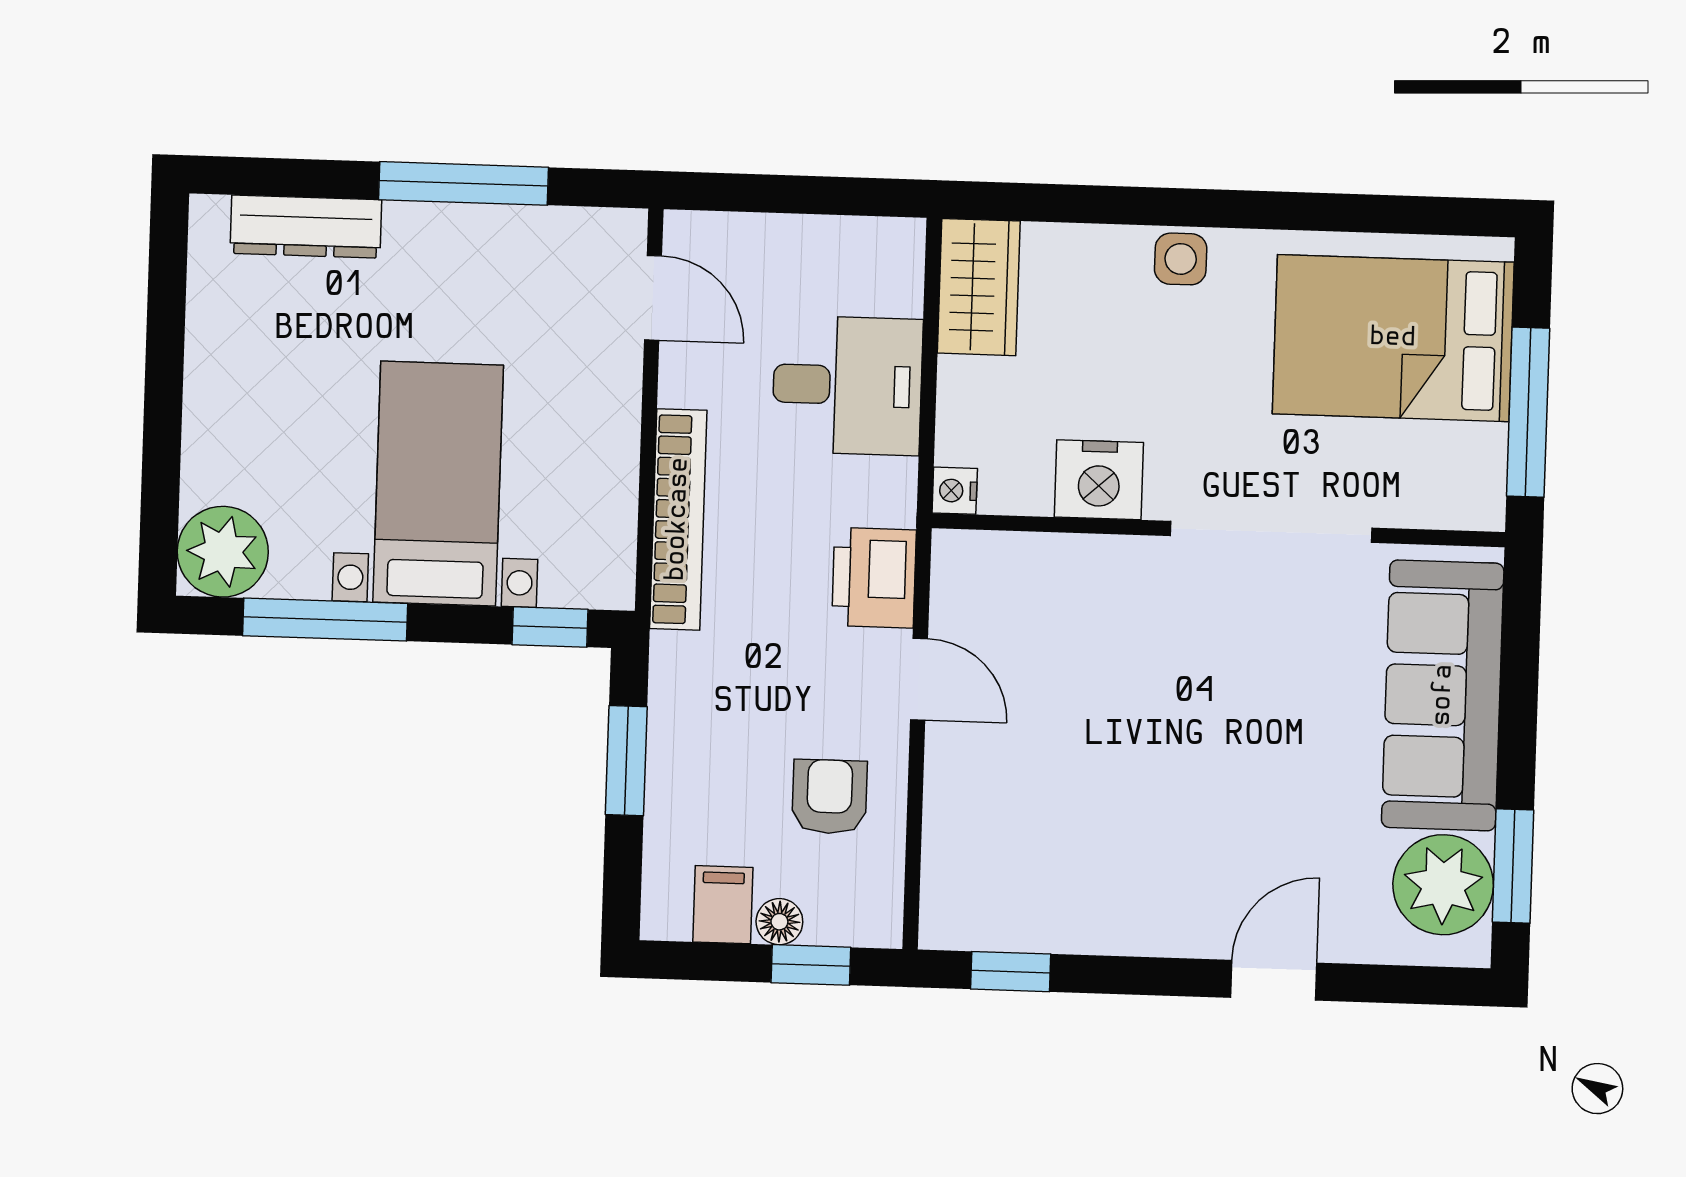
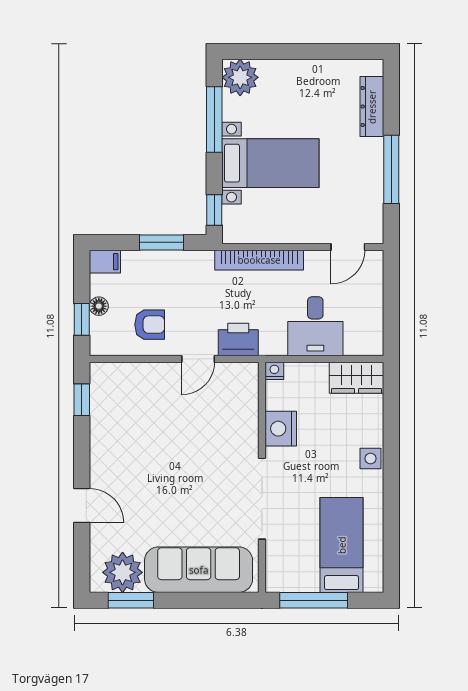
bed: (1393, 338) -> (342, 545), width x0.67
filing cabinet: (723, 905) -> (105, 262), moved

